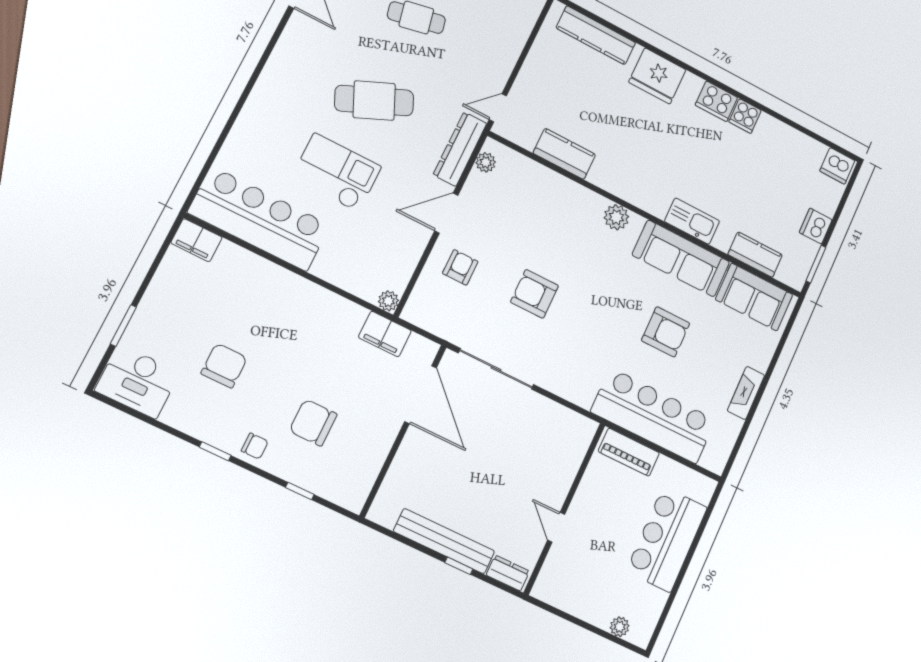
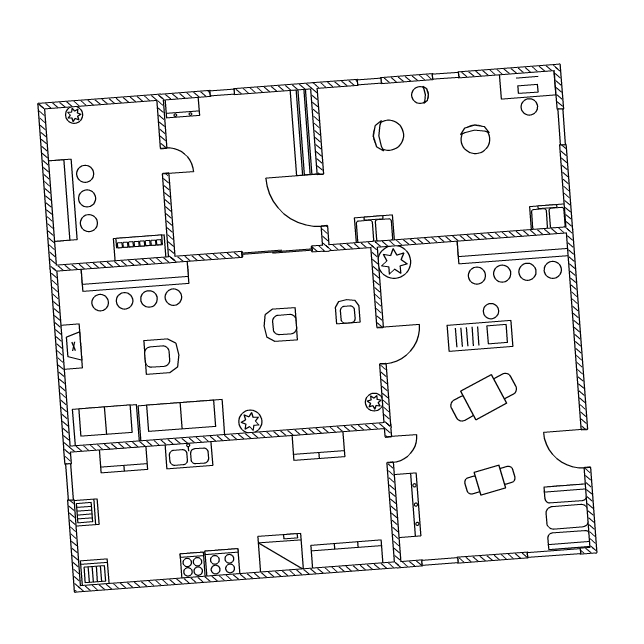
dresser: (460, 149) -> (407, 505), moved
plant: (388, 301) -> (394, 262), width x1.88, depth x1.88
bench: (444, 541) -> (304, 132), moved, turned 90

